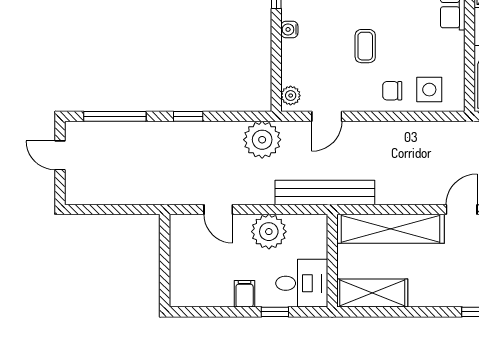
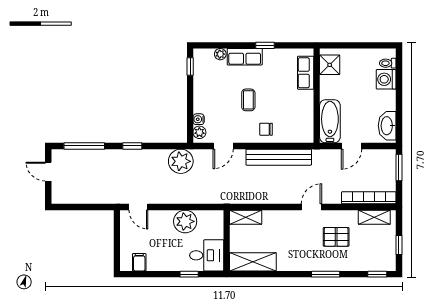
water cooler: (289, 29) -> (199, 119), moved
side table: (429, 90) -> (290, 128), removed
bench: (325, 192) -> (279, 157), moved
door: (218, 209) -> (138, 207), moved
shelving: (390, 229) -> (246, 217), width x0.45, depth x0.75
filing cabinet: (245, 294) -> (139, 262), moved

